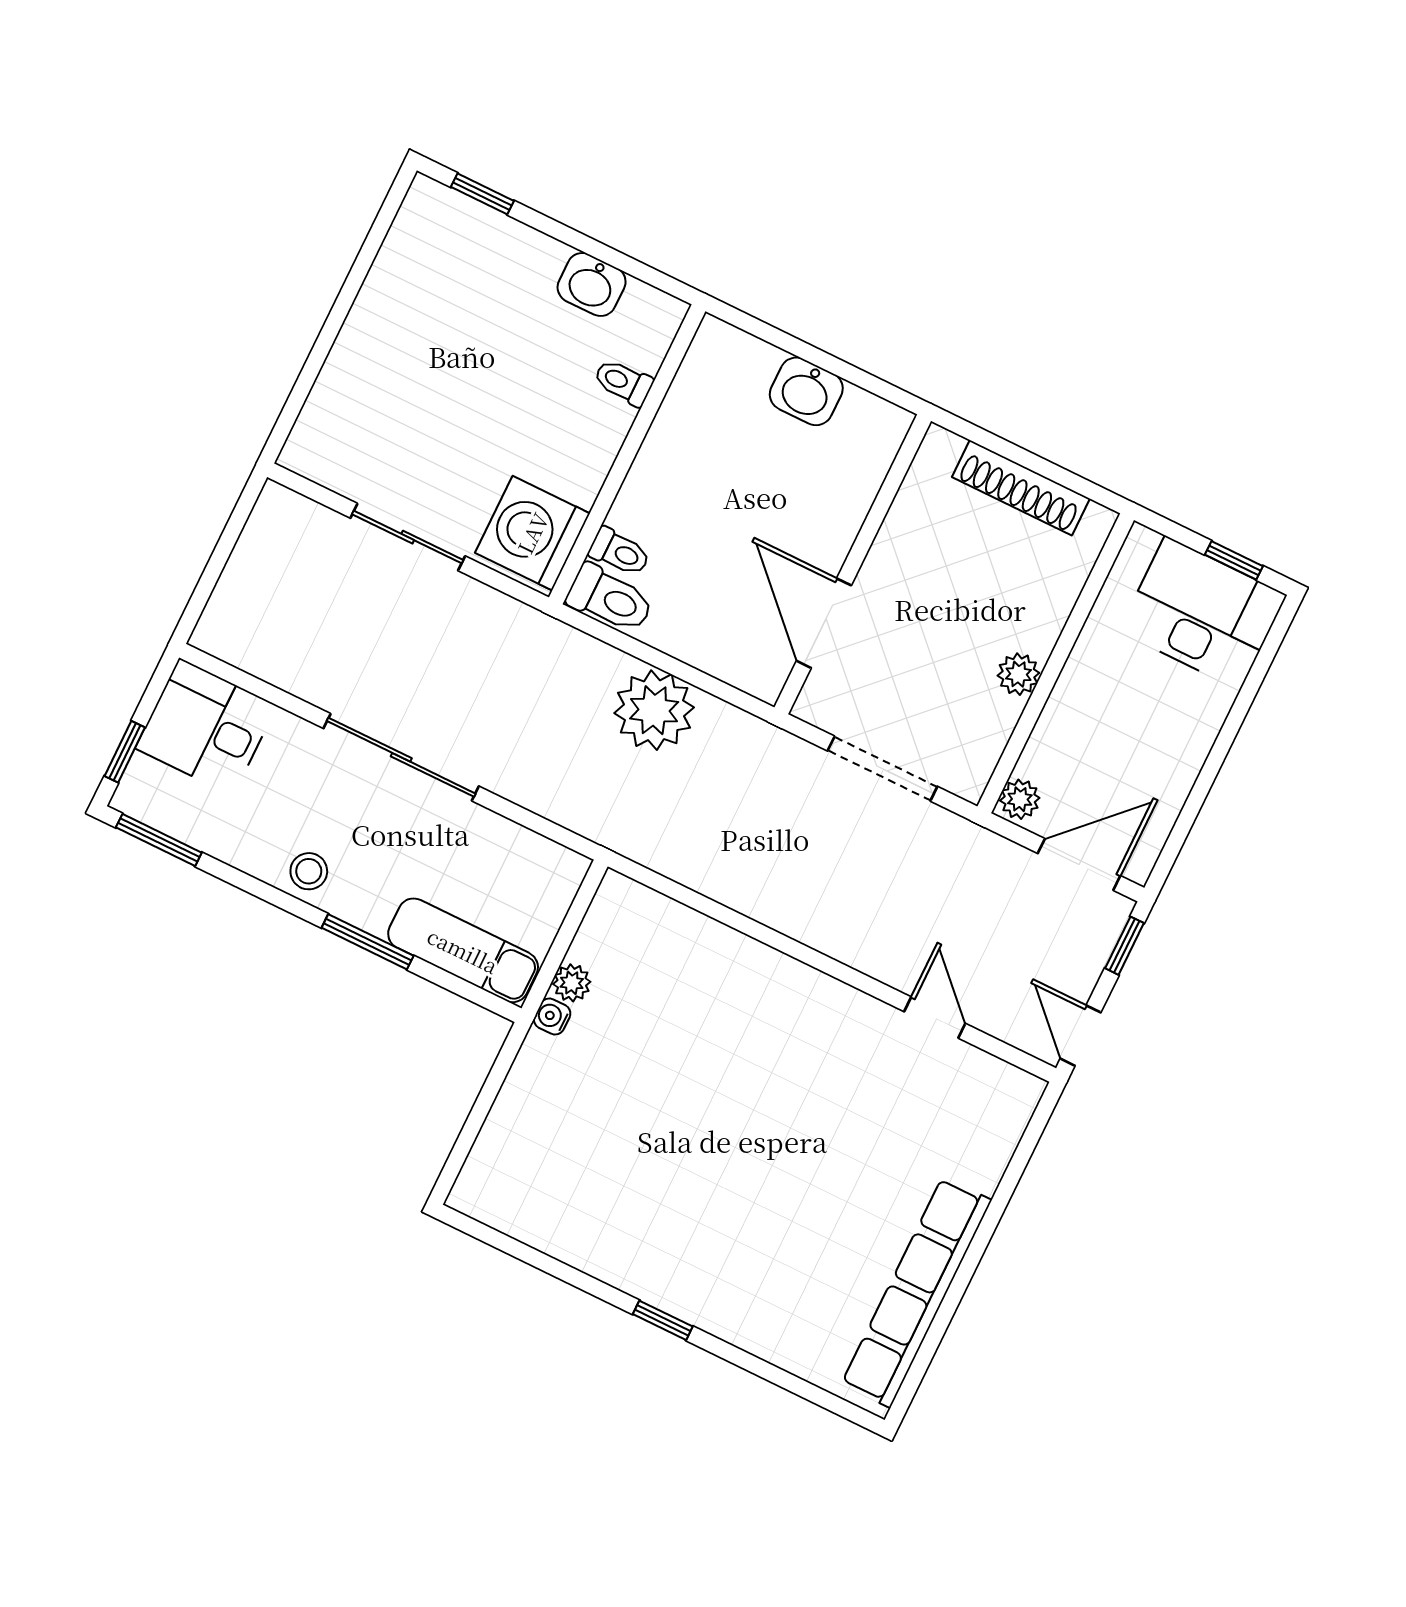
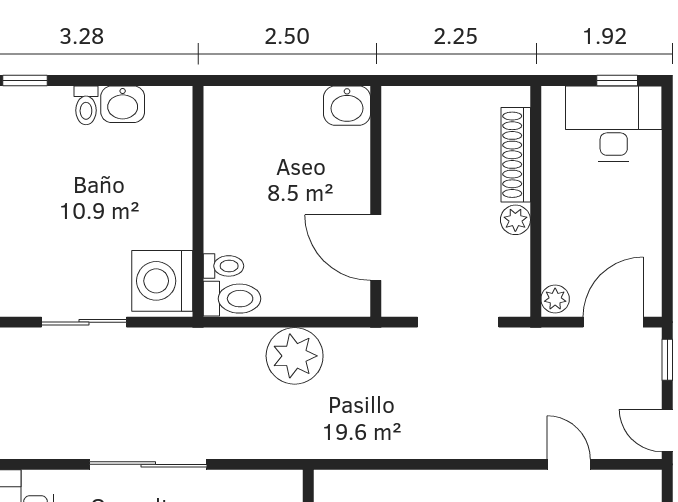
toilet: (623, 382) -> (86, 105), moved, turned -90
washbasin: (806, 391) -> (347, 106), moved
shoe rack: (1021, 488) -> (516, 155), moved, turned 90

